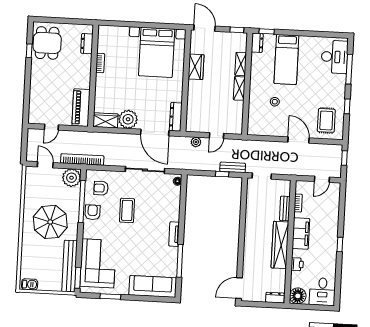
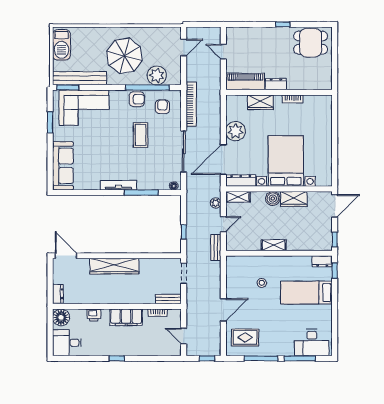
dresser: (87, 44) -> (276, 84), moved
window: (29, 51) -> (283, 24), moved
bed with nightstands: (157, 52) -> (286, 161), moved, turned 90
shelving: (241, 64) -> (238, 197), moved
boiler: (194, 87) -> (273, 198), added
window: (347, 106) -> (261, 358), width x2.17
wardrobe: (105, 120) -> (260, 102), moved, turned 90
door: (216, 136) -> (223, 224), swing flipped
bookcase: (82, 159) -> (191, 104), moved
bench: (233, 167) -> (216, 248), moved
plant: (72, 178) -> (157, 75), moved
bench: (285, 208) -> (168, 299), moved
coffee table: (127, 210) -> (141, 135), turned 90
tv unit: (174, 234) -> (119, 185), width x1.41
wardrobe: (280, 245) -> (114, 266), moved, turned 180
window: (180, 261) -> (141, 193), moved
barbecue: (30, 284) -> (61, 45), width x1.88, depth x1.53

